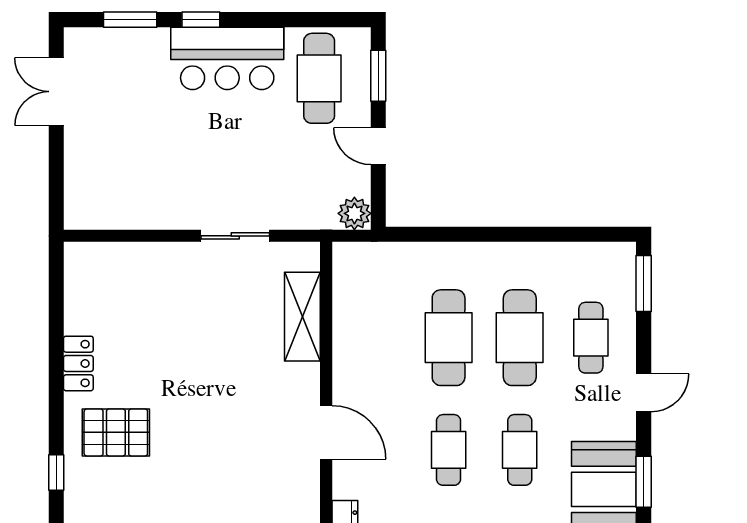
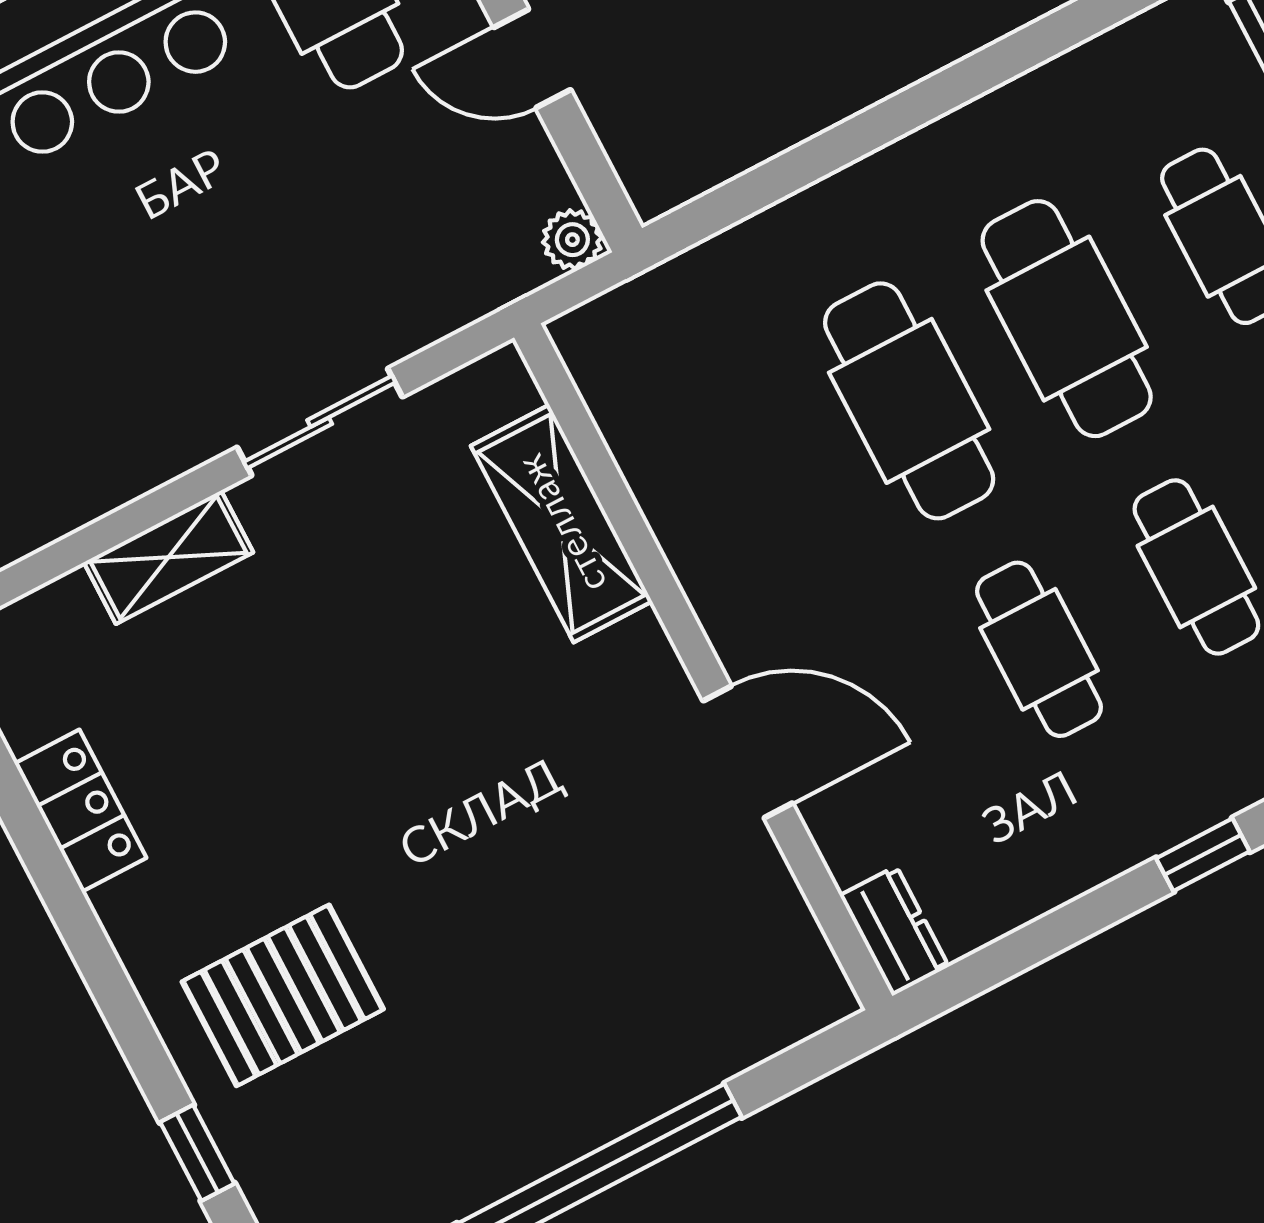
plant: (354, 213) -> (572, 240), width x0.73, depth x0.73
shelving: (157, 256) -> (168, 557), added
locker: (78, 363) -> (81, 811), moved

